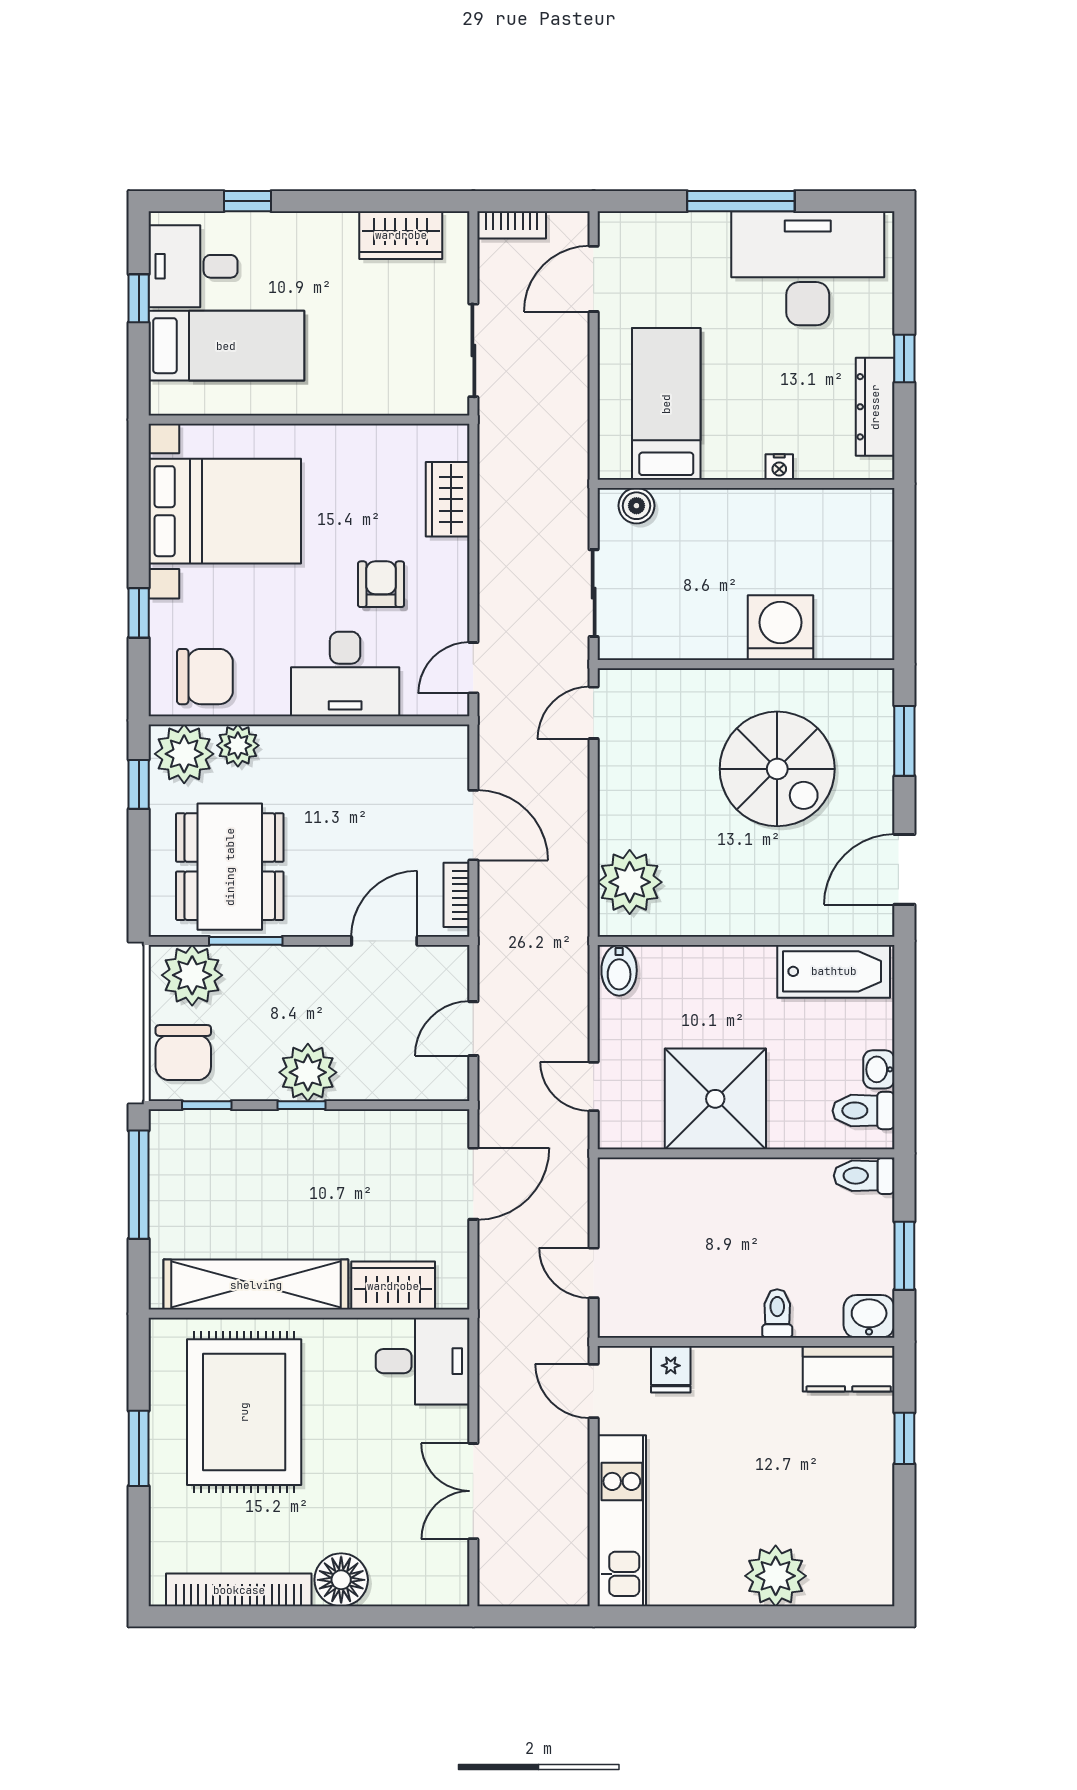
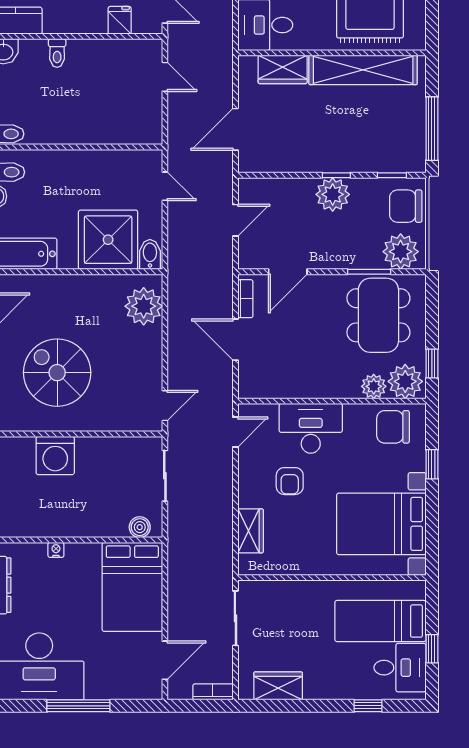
bed: (666, 404) -> (132, 587), width x1.50
chair: (183, 1053) -> (406, 206), turned -90
shower: (715, 1099) -> (108, 240), moved

